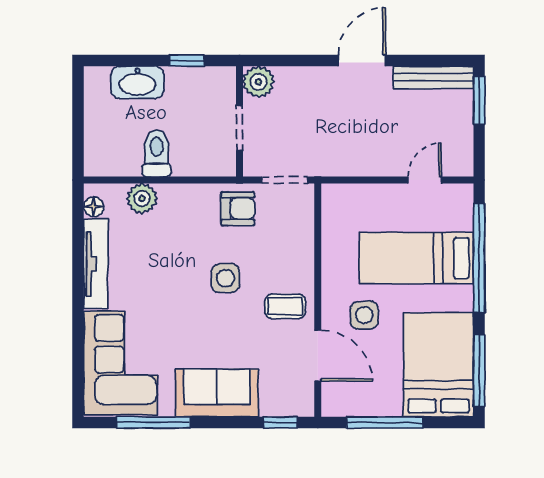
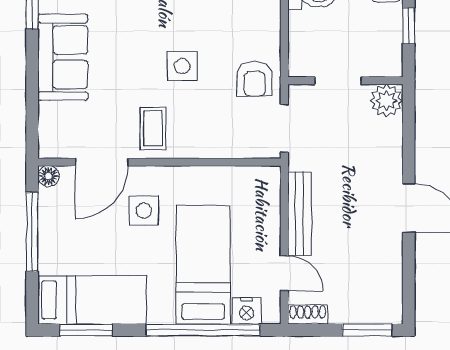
bench: (433, 77) -> (300, 214), moved
shoe rack: (464, 157) -> (308, 315), added
nightstand: (461, 216) -> (247, 311), added
bed: (438, 365) -> (92, 300), width x0.67
window: (479, 371) -> (86, 330), width x0.69
floor lamp: (331, 407) -> (48, 176), added
window: (280, 422) -> (32, 123), removed

